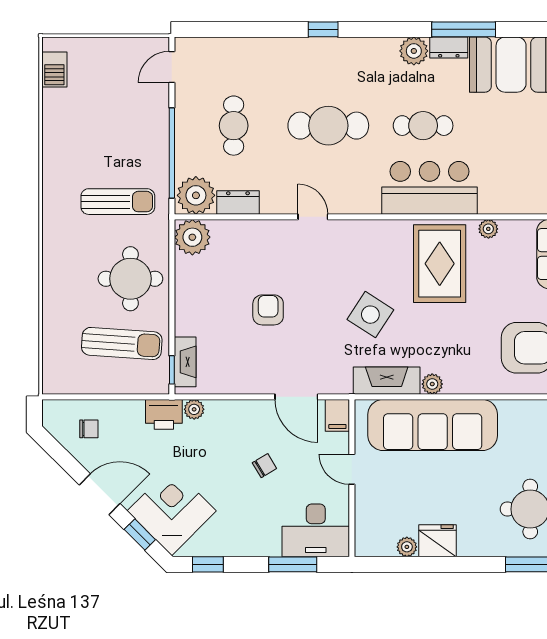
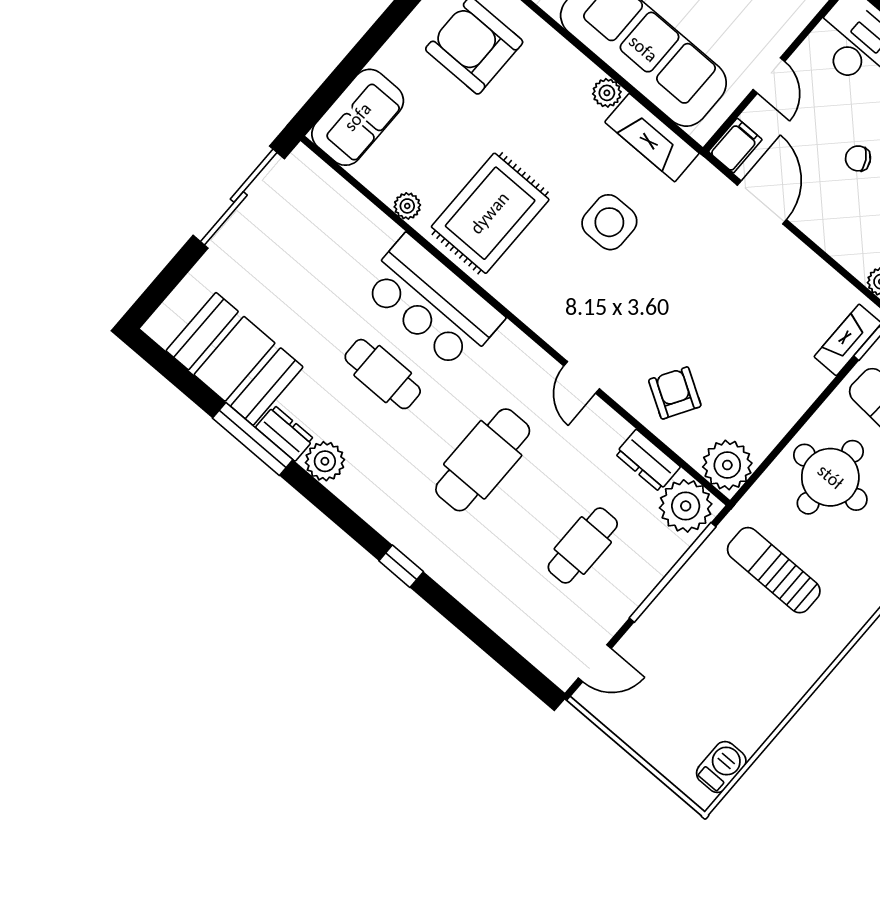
cafe table: (328, 126) -> (483, 460), turned 90
armchair: (268, 310) -> (675, 393), moved, turned 121
side table: (370, 315) -> (609, 222), turned -33

